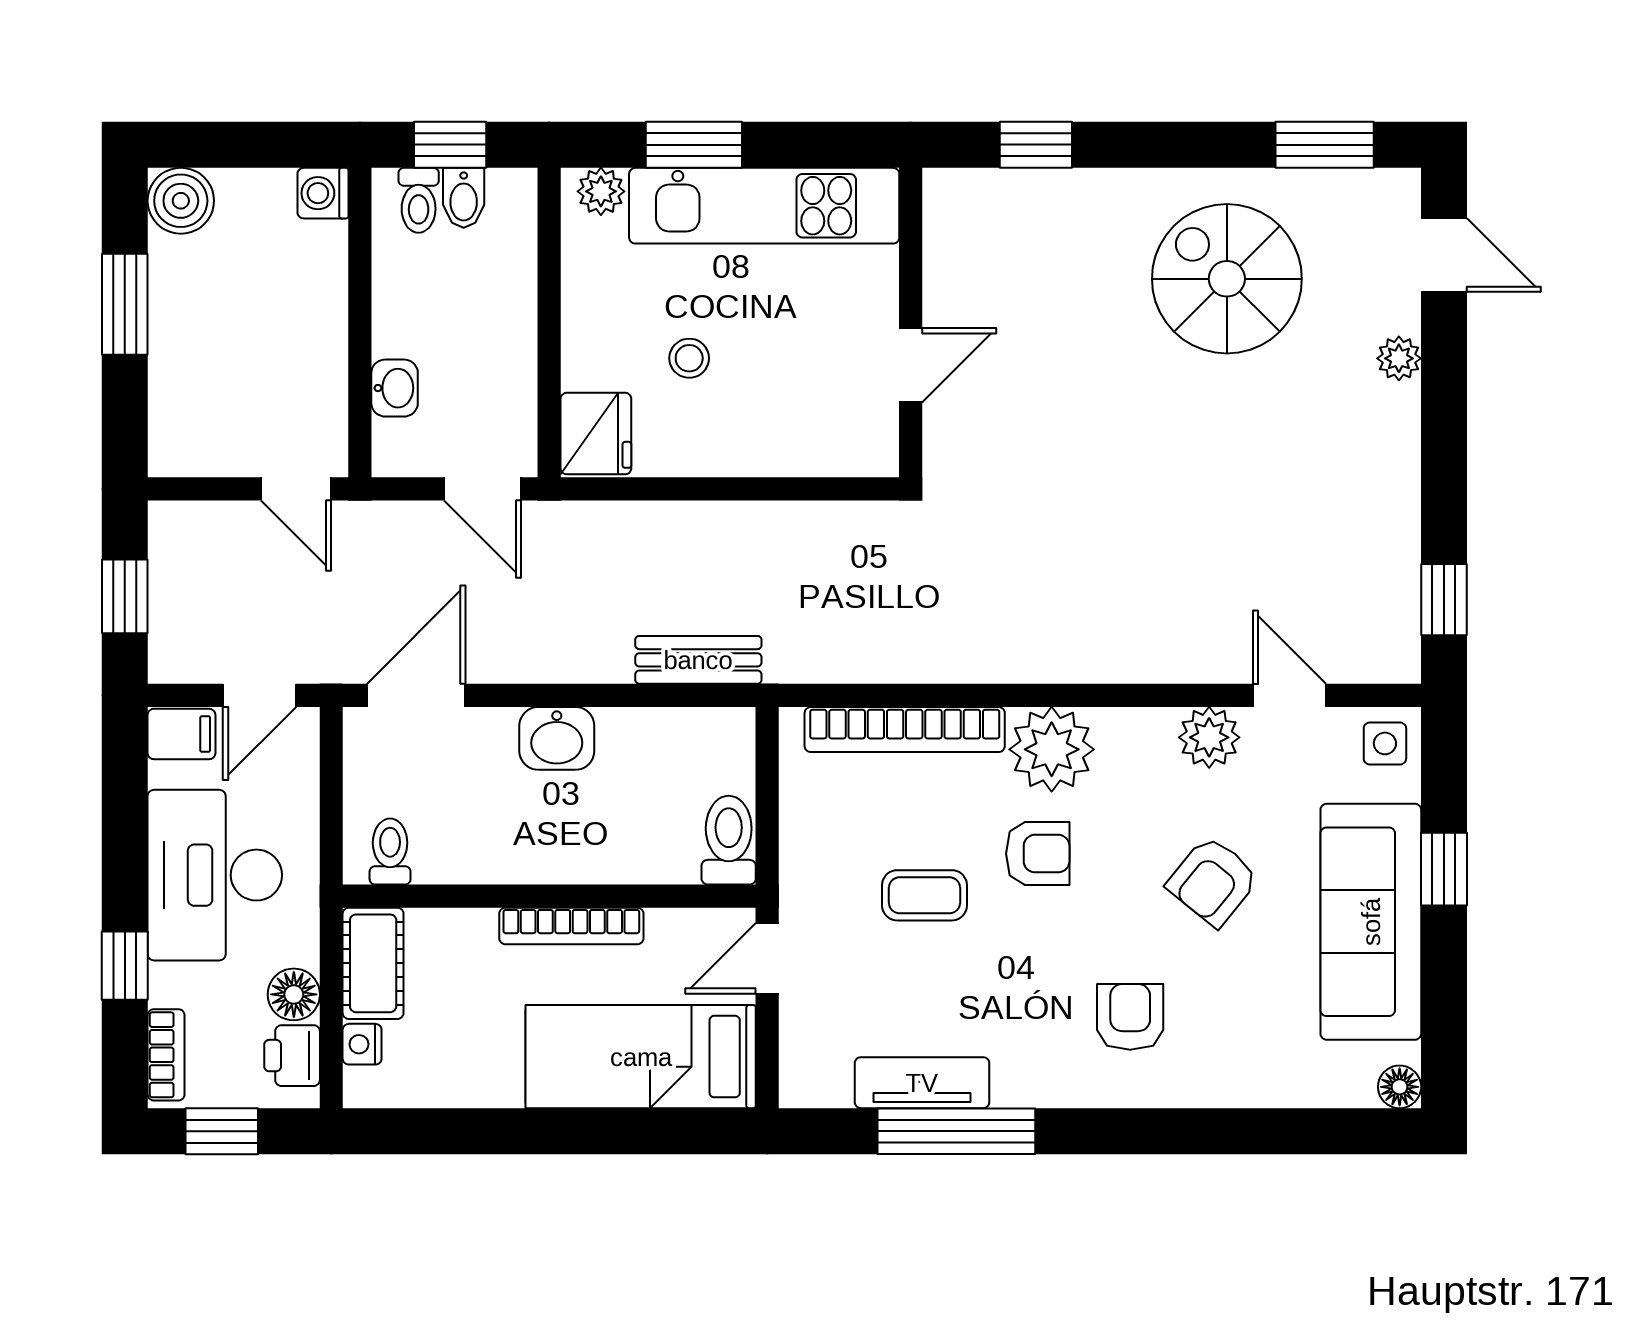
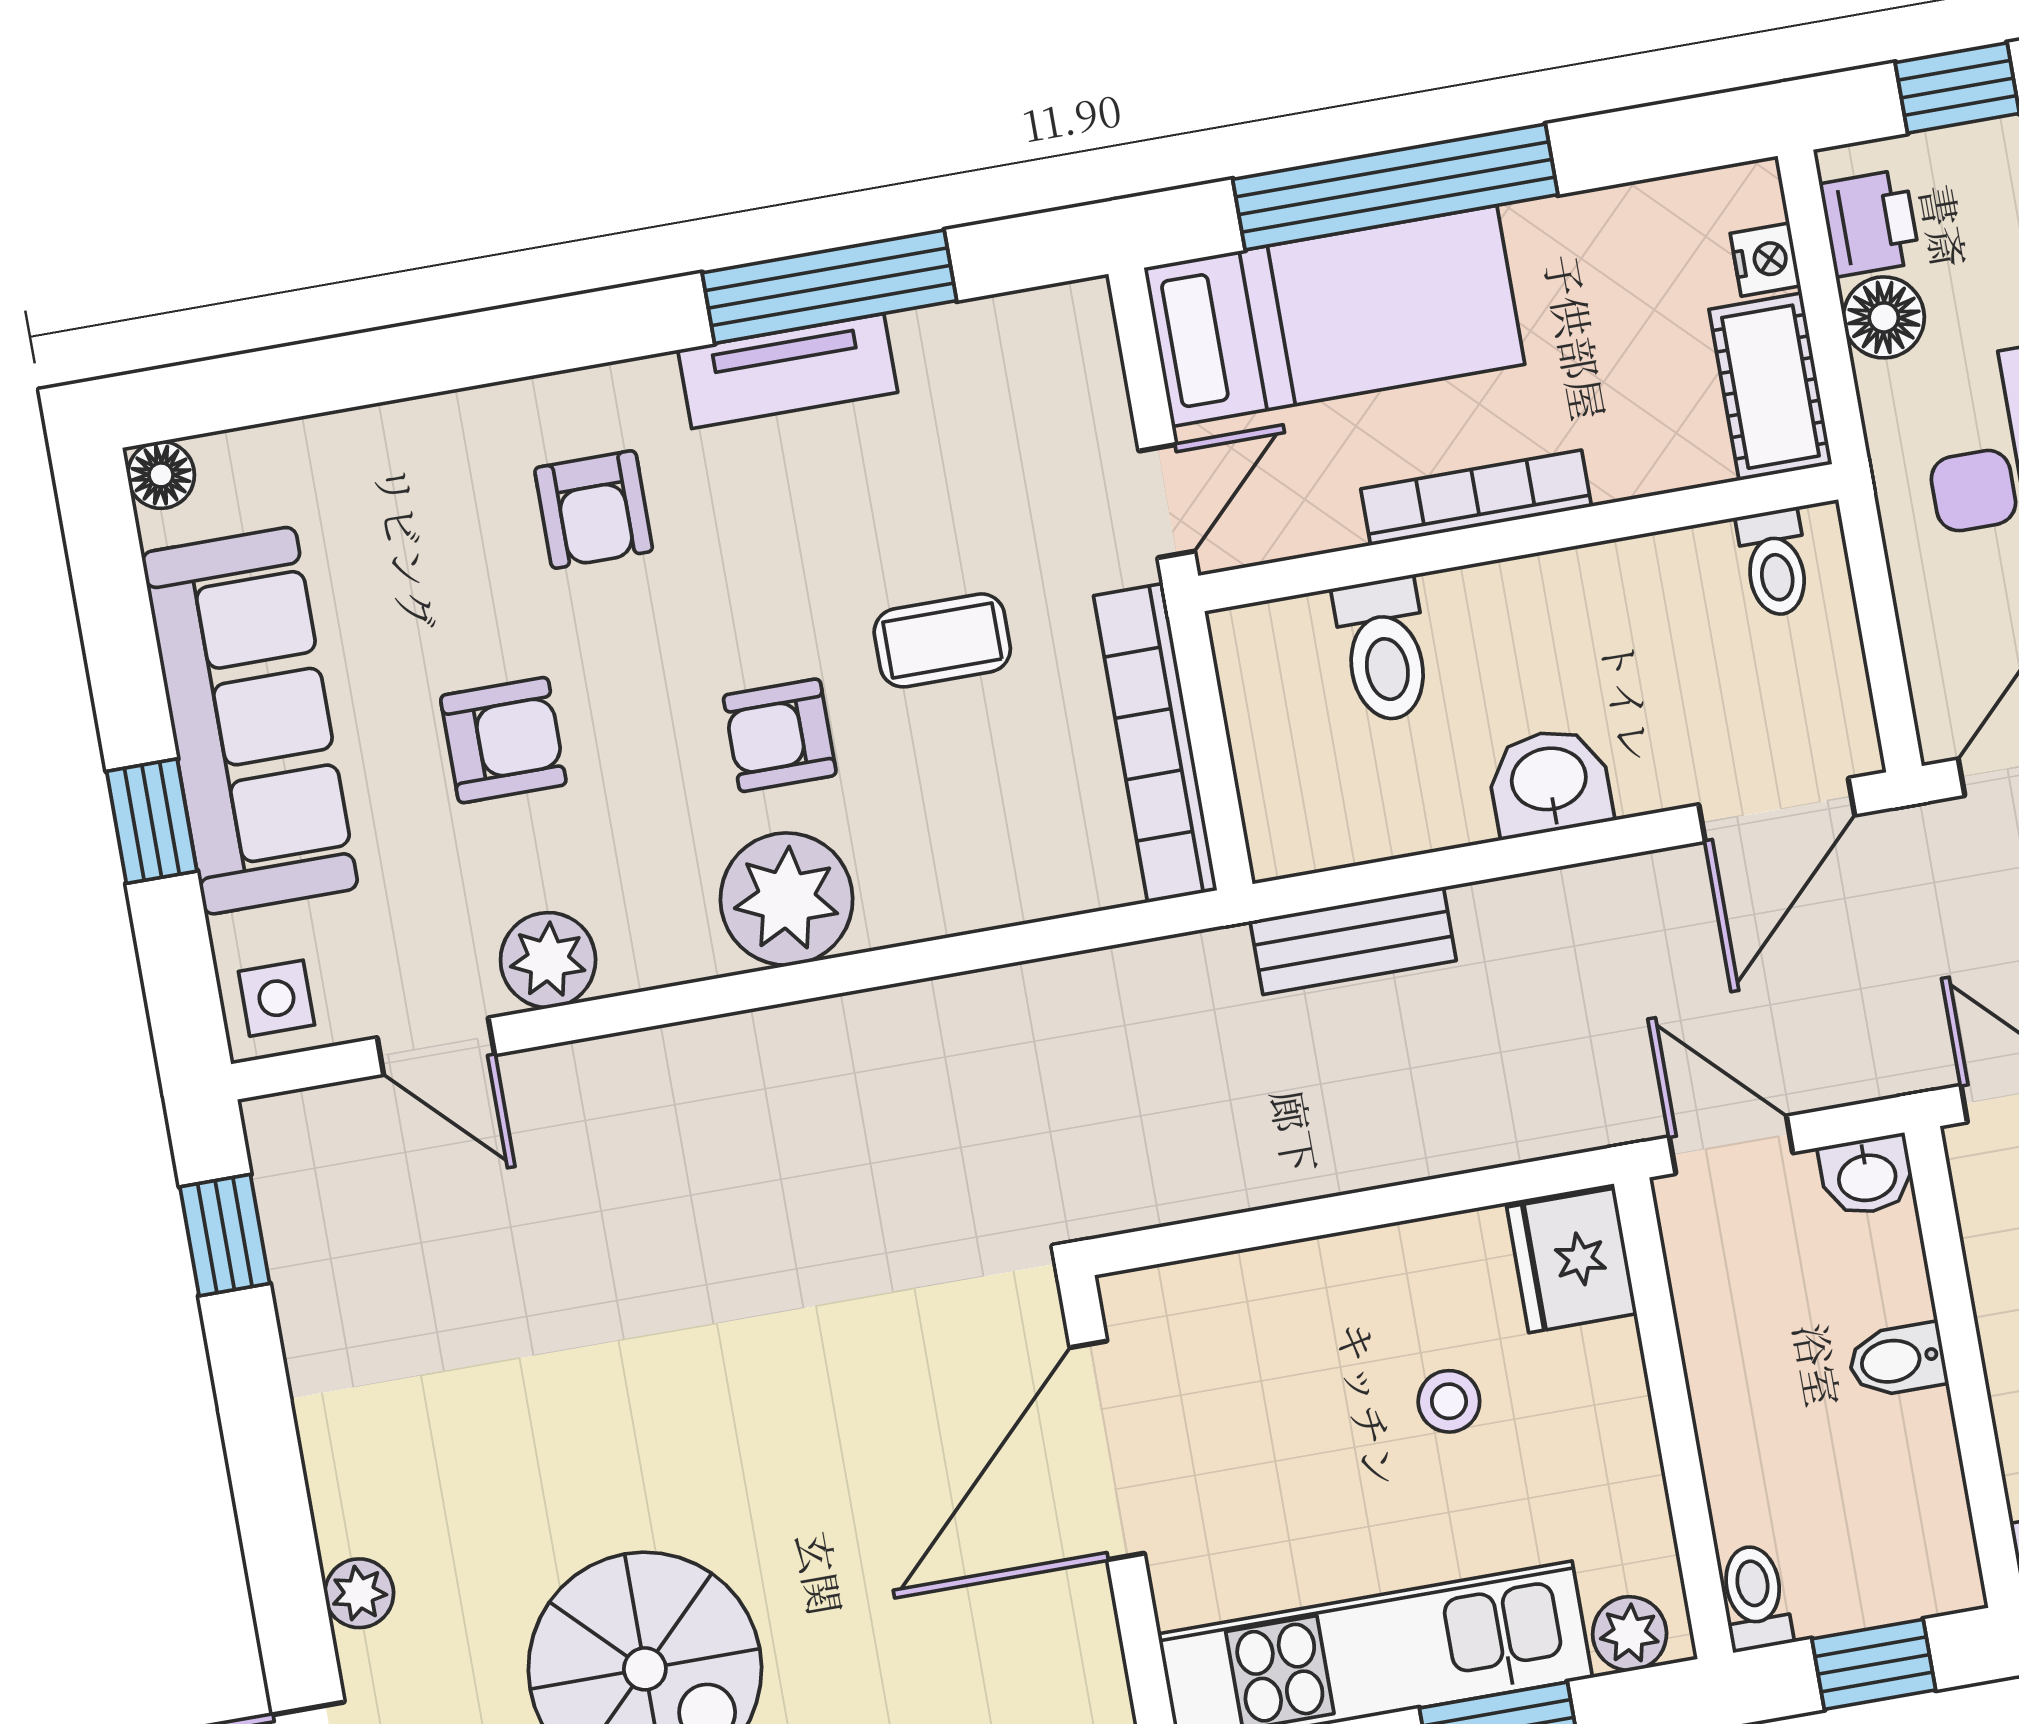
bidet: (464, 198) -> (1897, 1360), moved, turned -90
toilet: (419, 200) -> (1755, 1597), moved
door: (911, 365) -> (1107, 1450), width x1.87
washbasin: (395, 388) -> (1867, 1176), moved, turned -90
bookcase: (905, 730) -> (1155, 743), moved, turned -90
toilet: (729, 840) -> (1384, 650), moved
armchair: (1213, 881) -> (503, 740), turned 51
tv unit: (922, 1083) -> (788, 371), moved
window: (588, 1131) -> (1395, 187), added

